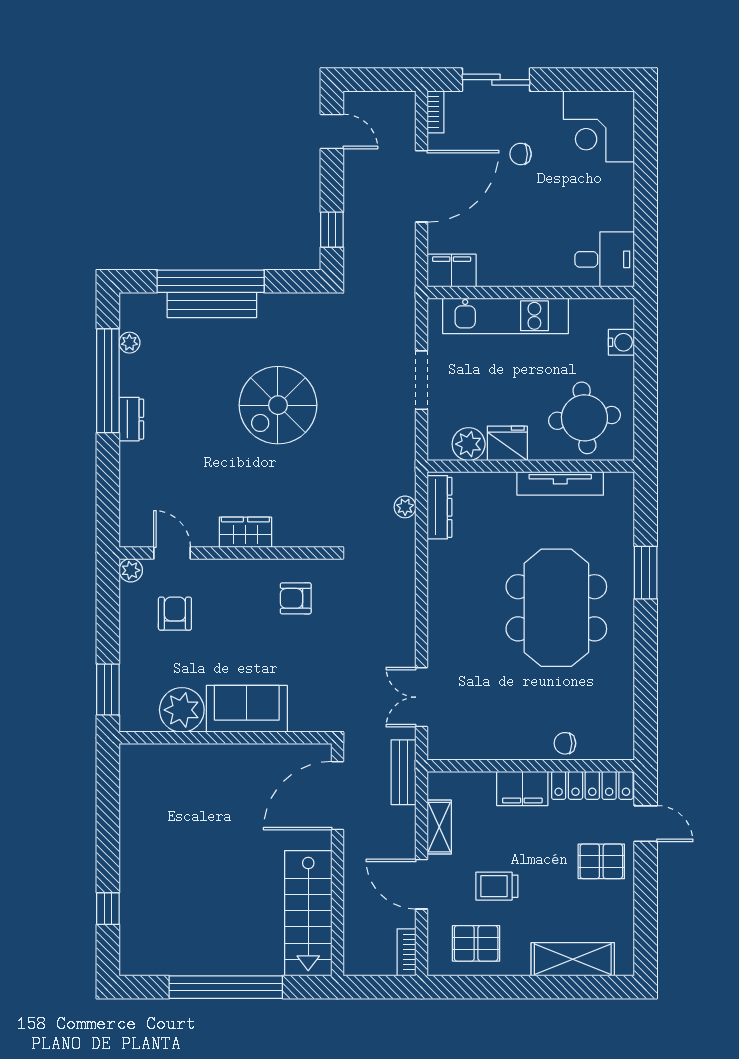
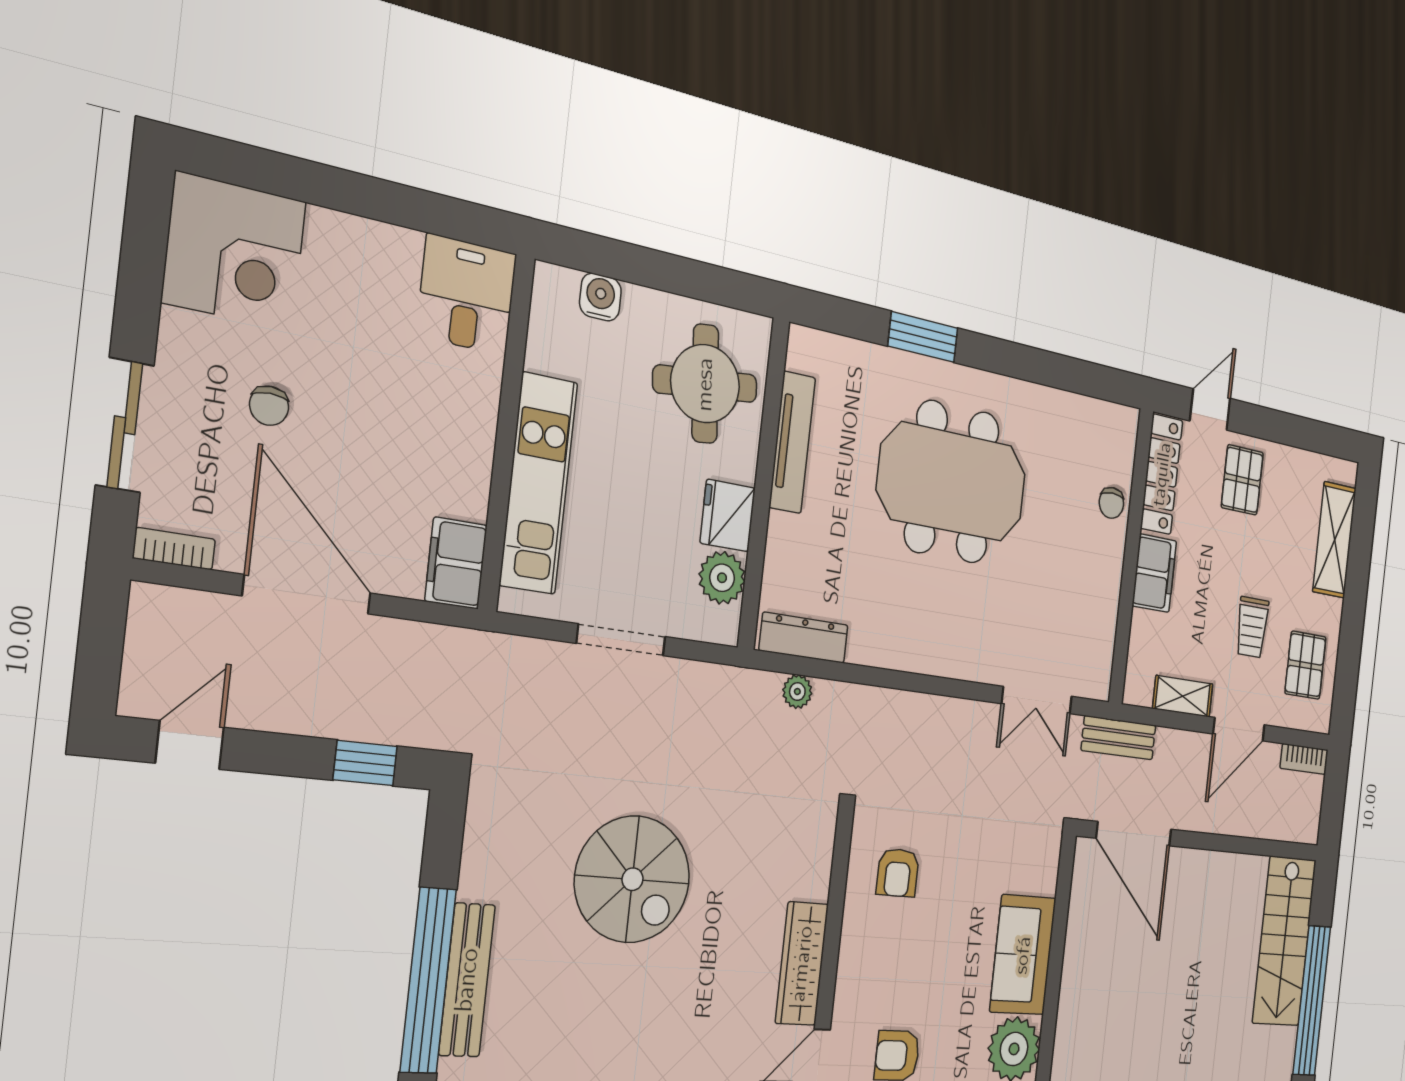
wardrobe: (245, 532) -> (802, 964), width x1.50
stairs: (308, 913) -> (1284, 941), moved, turned 90

